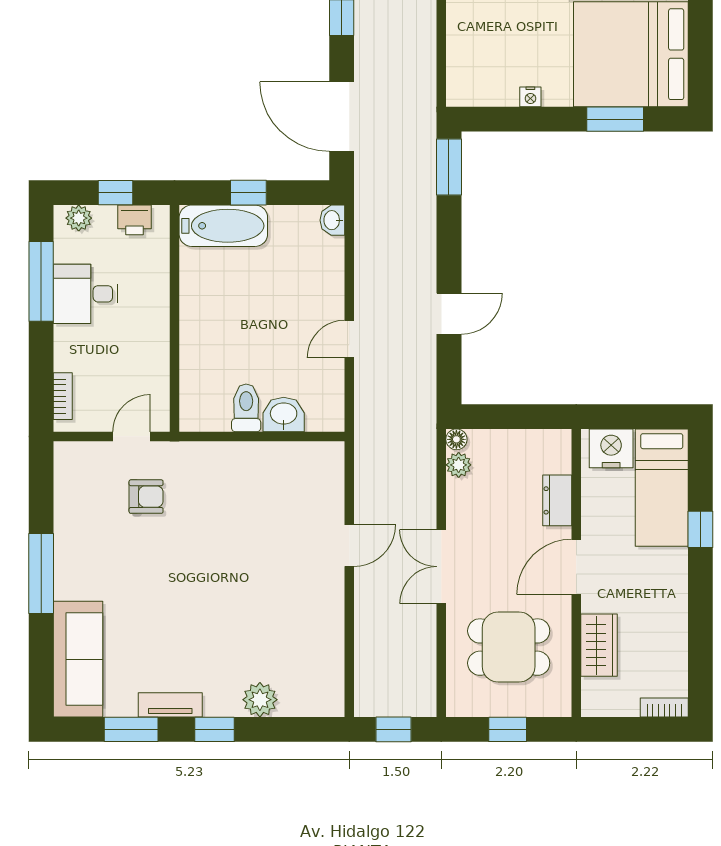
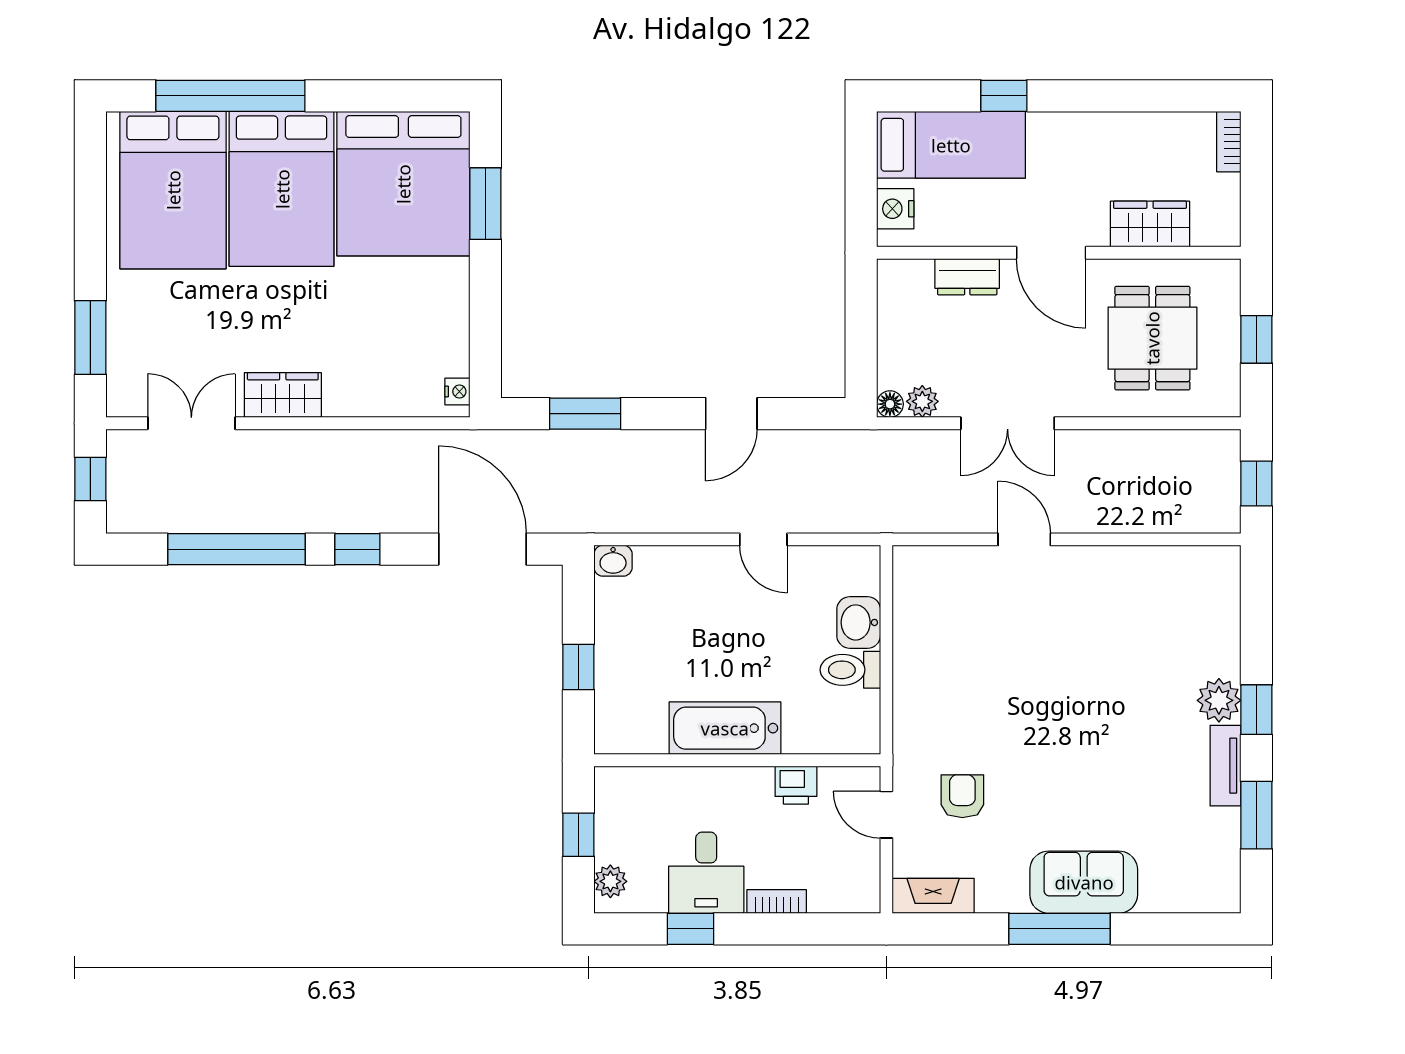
nightstand: (530, 97) -> (457, 392), moved
door: (342, 117) -> (482, 549), swing flipped
window: (449, 167) -> (585, 414), moved
printer: (134, 220) -> (796, 785), moved, turned 90
bathtub: (223, 226) -> (725, 728), moved, turned -90
window: (41, 281) -> (690, 929), width x0.46
door: (449, 314) -> (731, 414), swing flipped
bookcase: (63, 396) -> (777, 901), moved
nightstand: (611, 448) -> (895, 209), width x0.74, depth x0.75
fireplace: (67, 473) -> (933, 896), added
double door: (441, 567) -> (1008, 423), moved
sofa: (78, 659) -> (1084, 882), moved, width x0.73
plant: (260, 700) -> (1219, 700), moved

